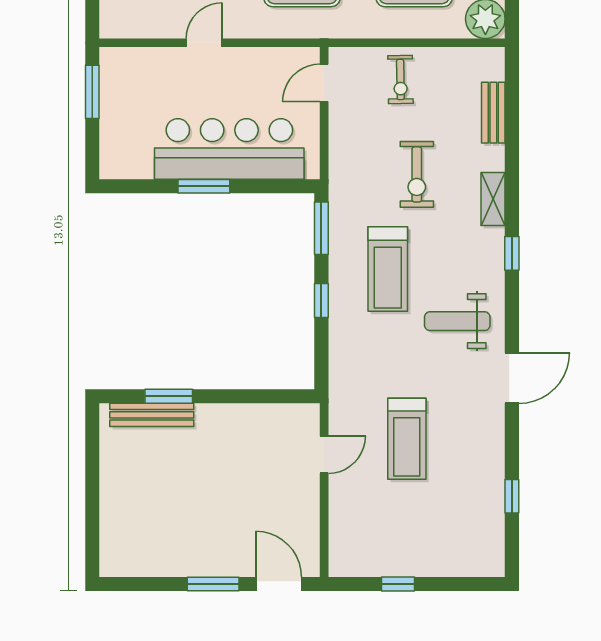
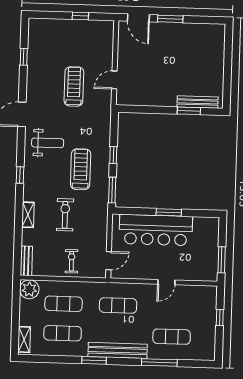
bench: (493, 113) -> (26, 261), moved
shelving: (493, 199) -> (28, 215), moved

